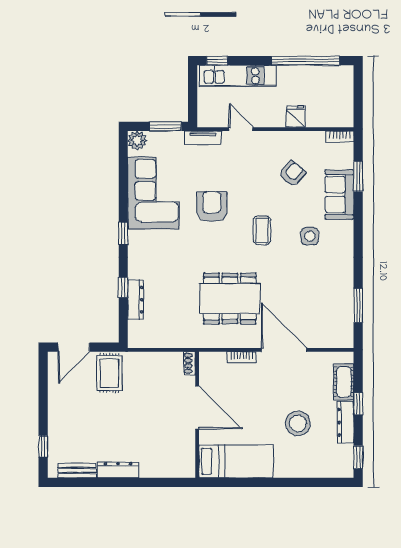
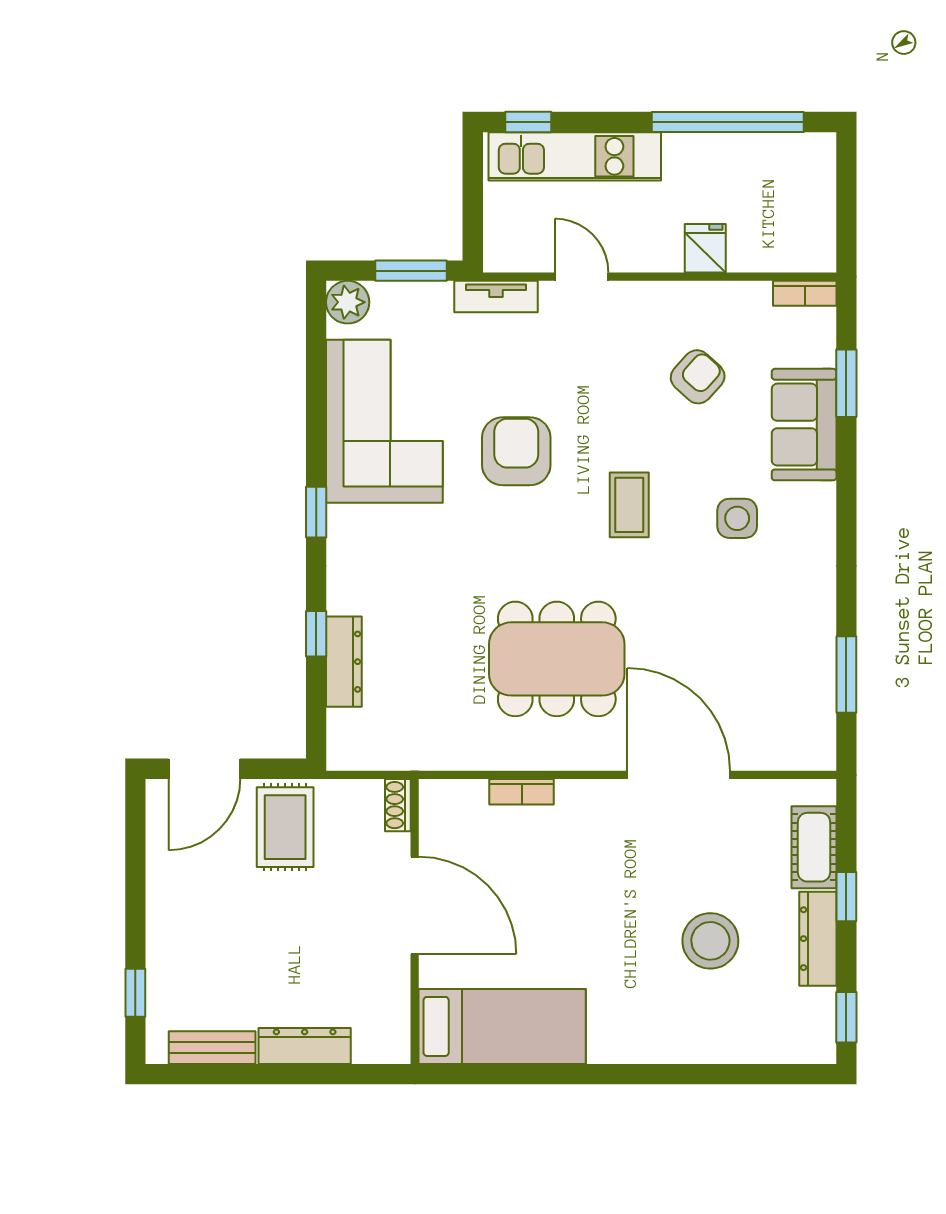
bookcase: (242, 357) -> (522, 792), moved
shoe rack: (190, 363) -> (398, 805), moved
door: (197, 408) -> (415, 905), moved
wall: (197, 415) -> (415, 921), moved
bed: (236, 461) -> (502, 1026), moved

